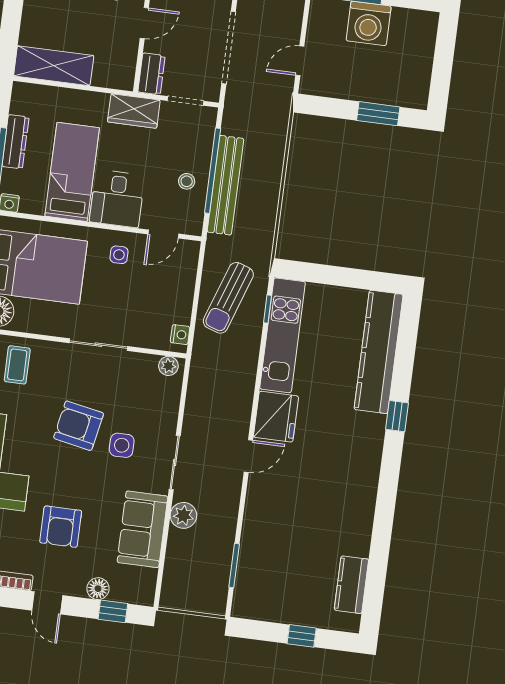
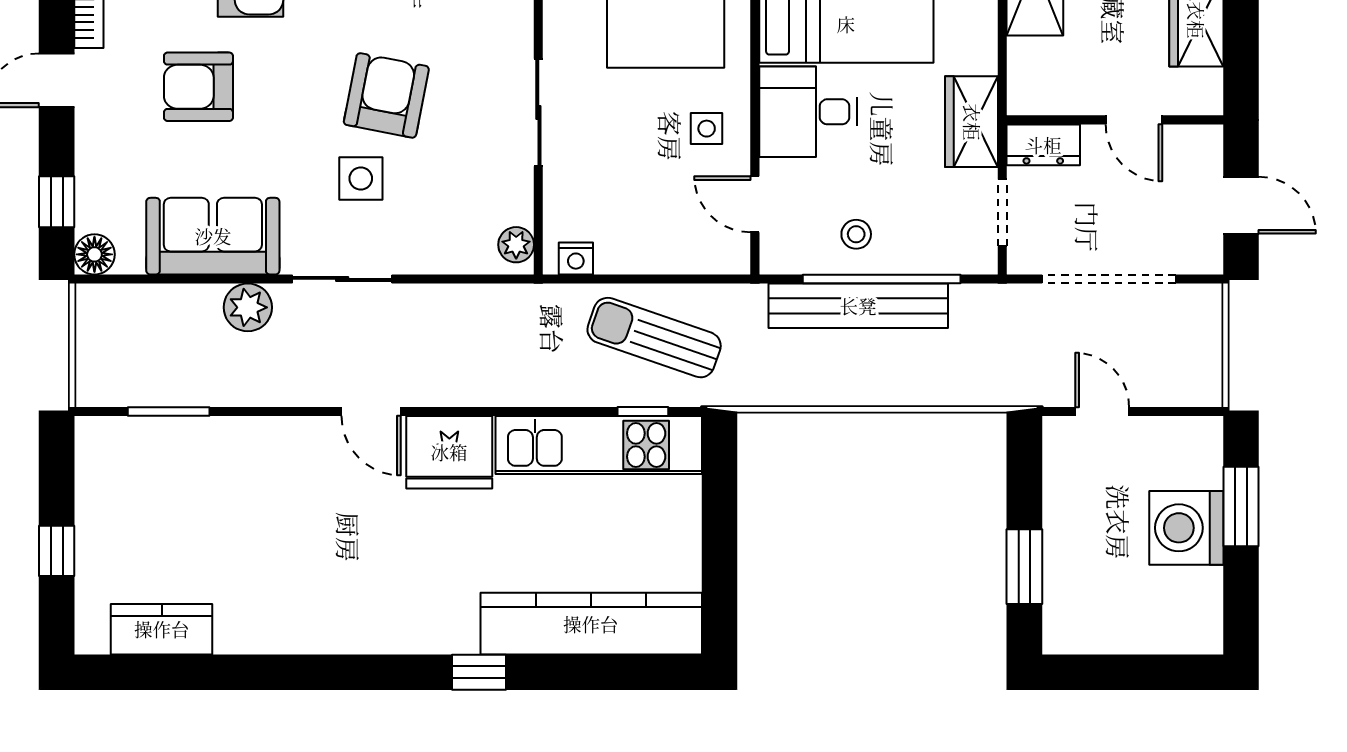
floor lamp: (98, 589) -> (94, 254), moved

